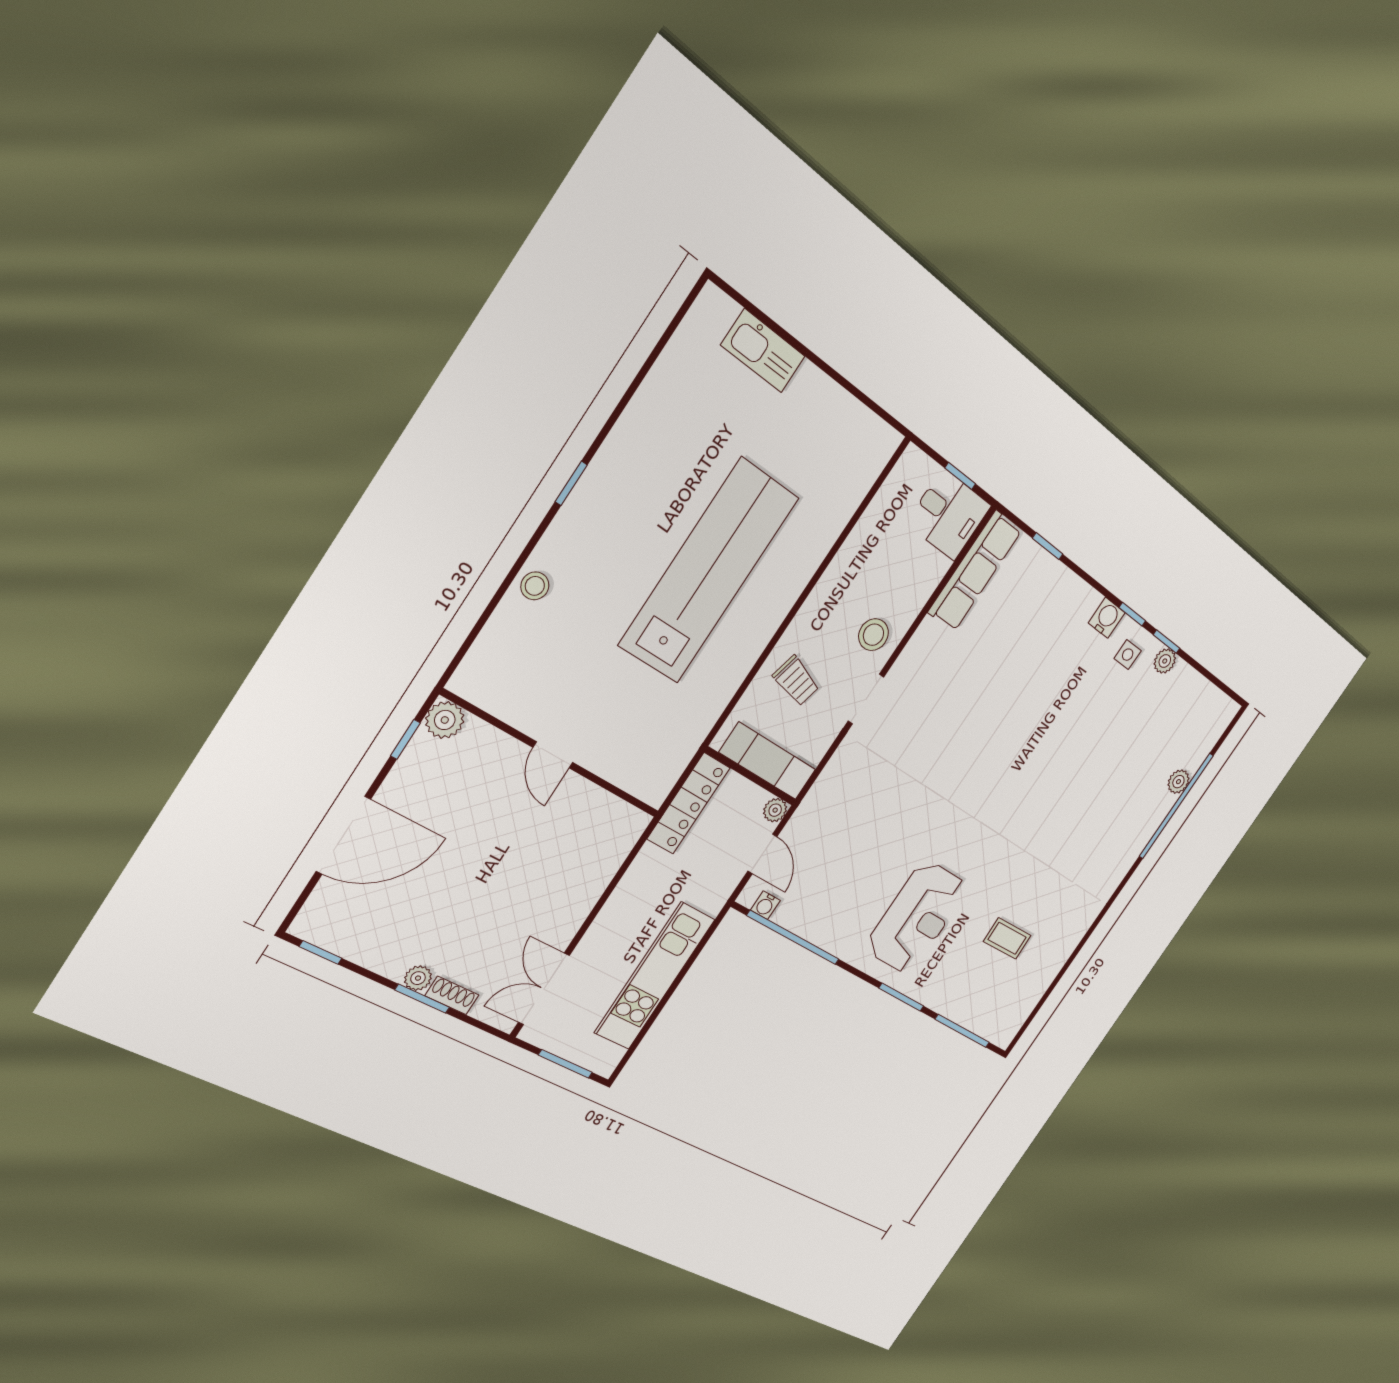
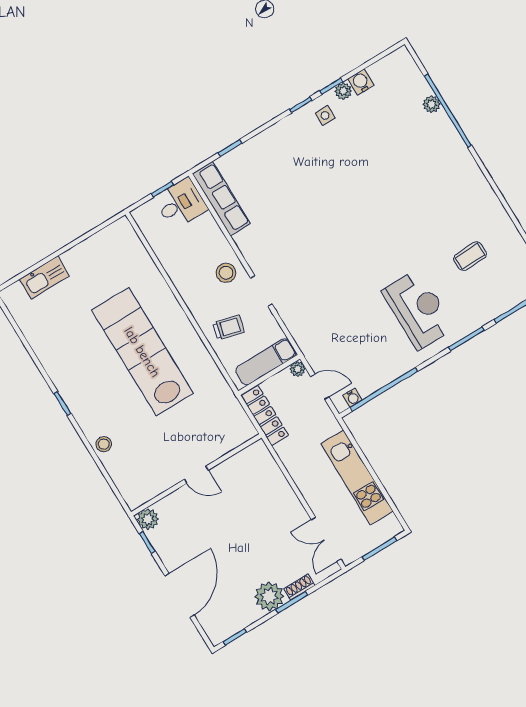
water cooler: (1107, 618) -> (361, 82), moved
plant: (418, 978) -> (269, 596), width x1.88, depth x1.88

